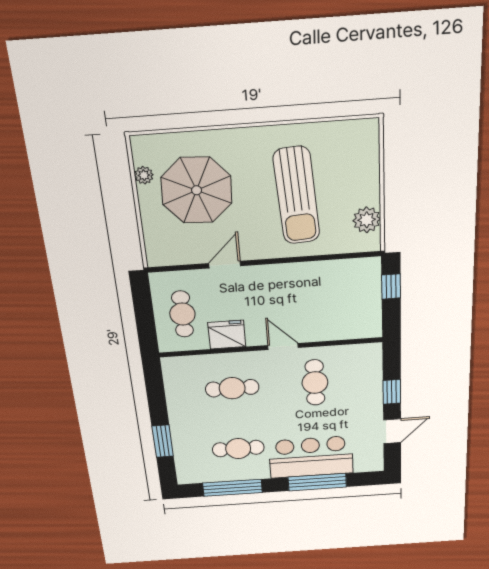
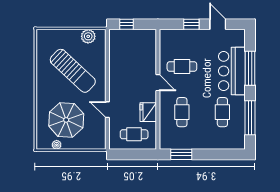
sun lounger: (297, 196) -> (73, 71), turned 47
door: (283, 346) -> (158, 83), swing flipped
window: (163, 441) -> (181, 154), moved

